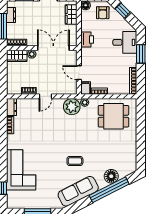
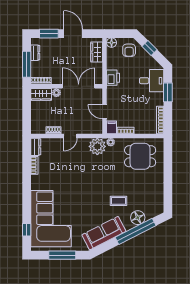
coffee table: (75, 161) -> (119, 201), moved
corner sofa: (21, 170) -> (51, 219), width x1.36, depth x1.36

